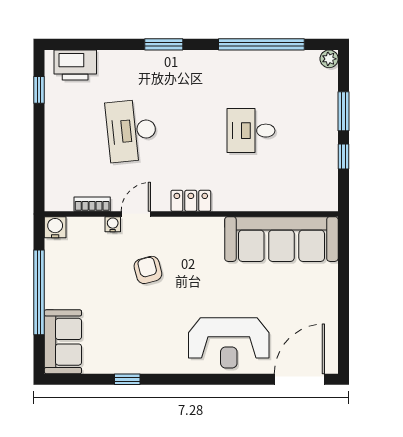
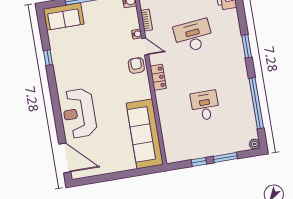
armchair: (148, 270) -> (136, 65), moved, turned -75

